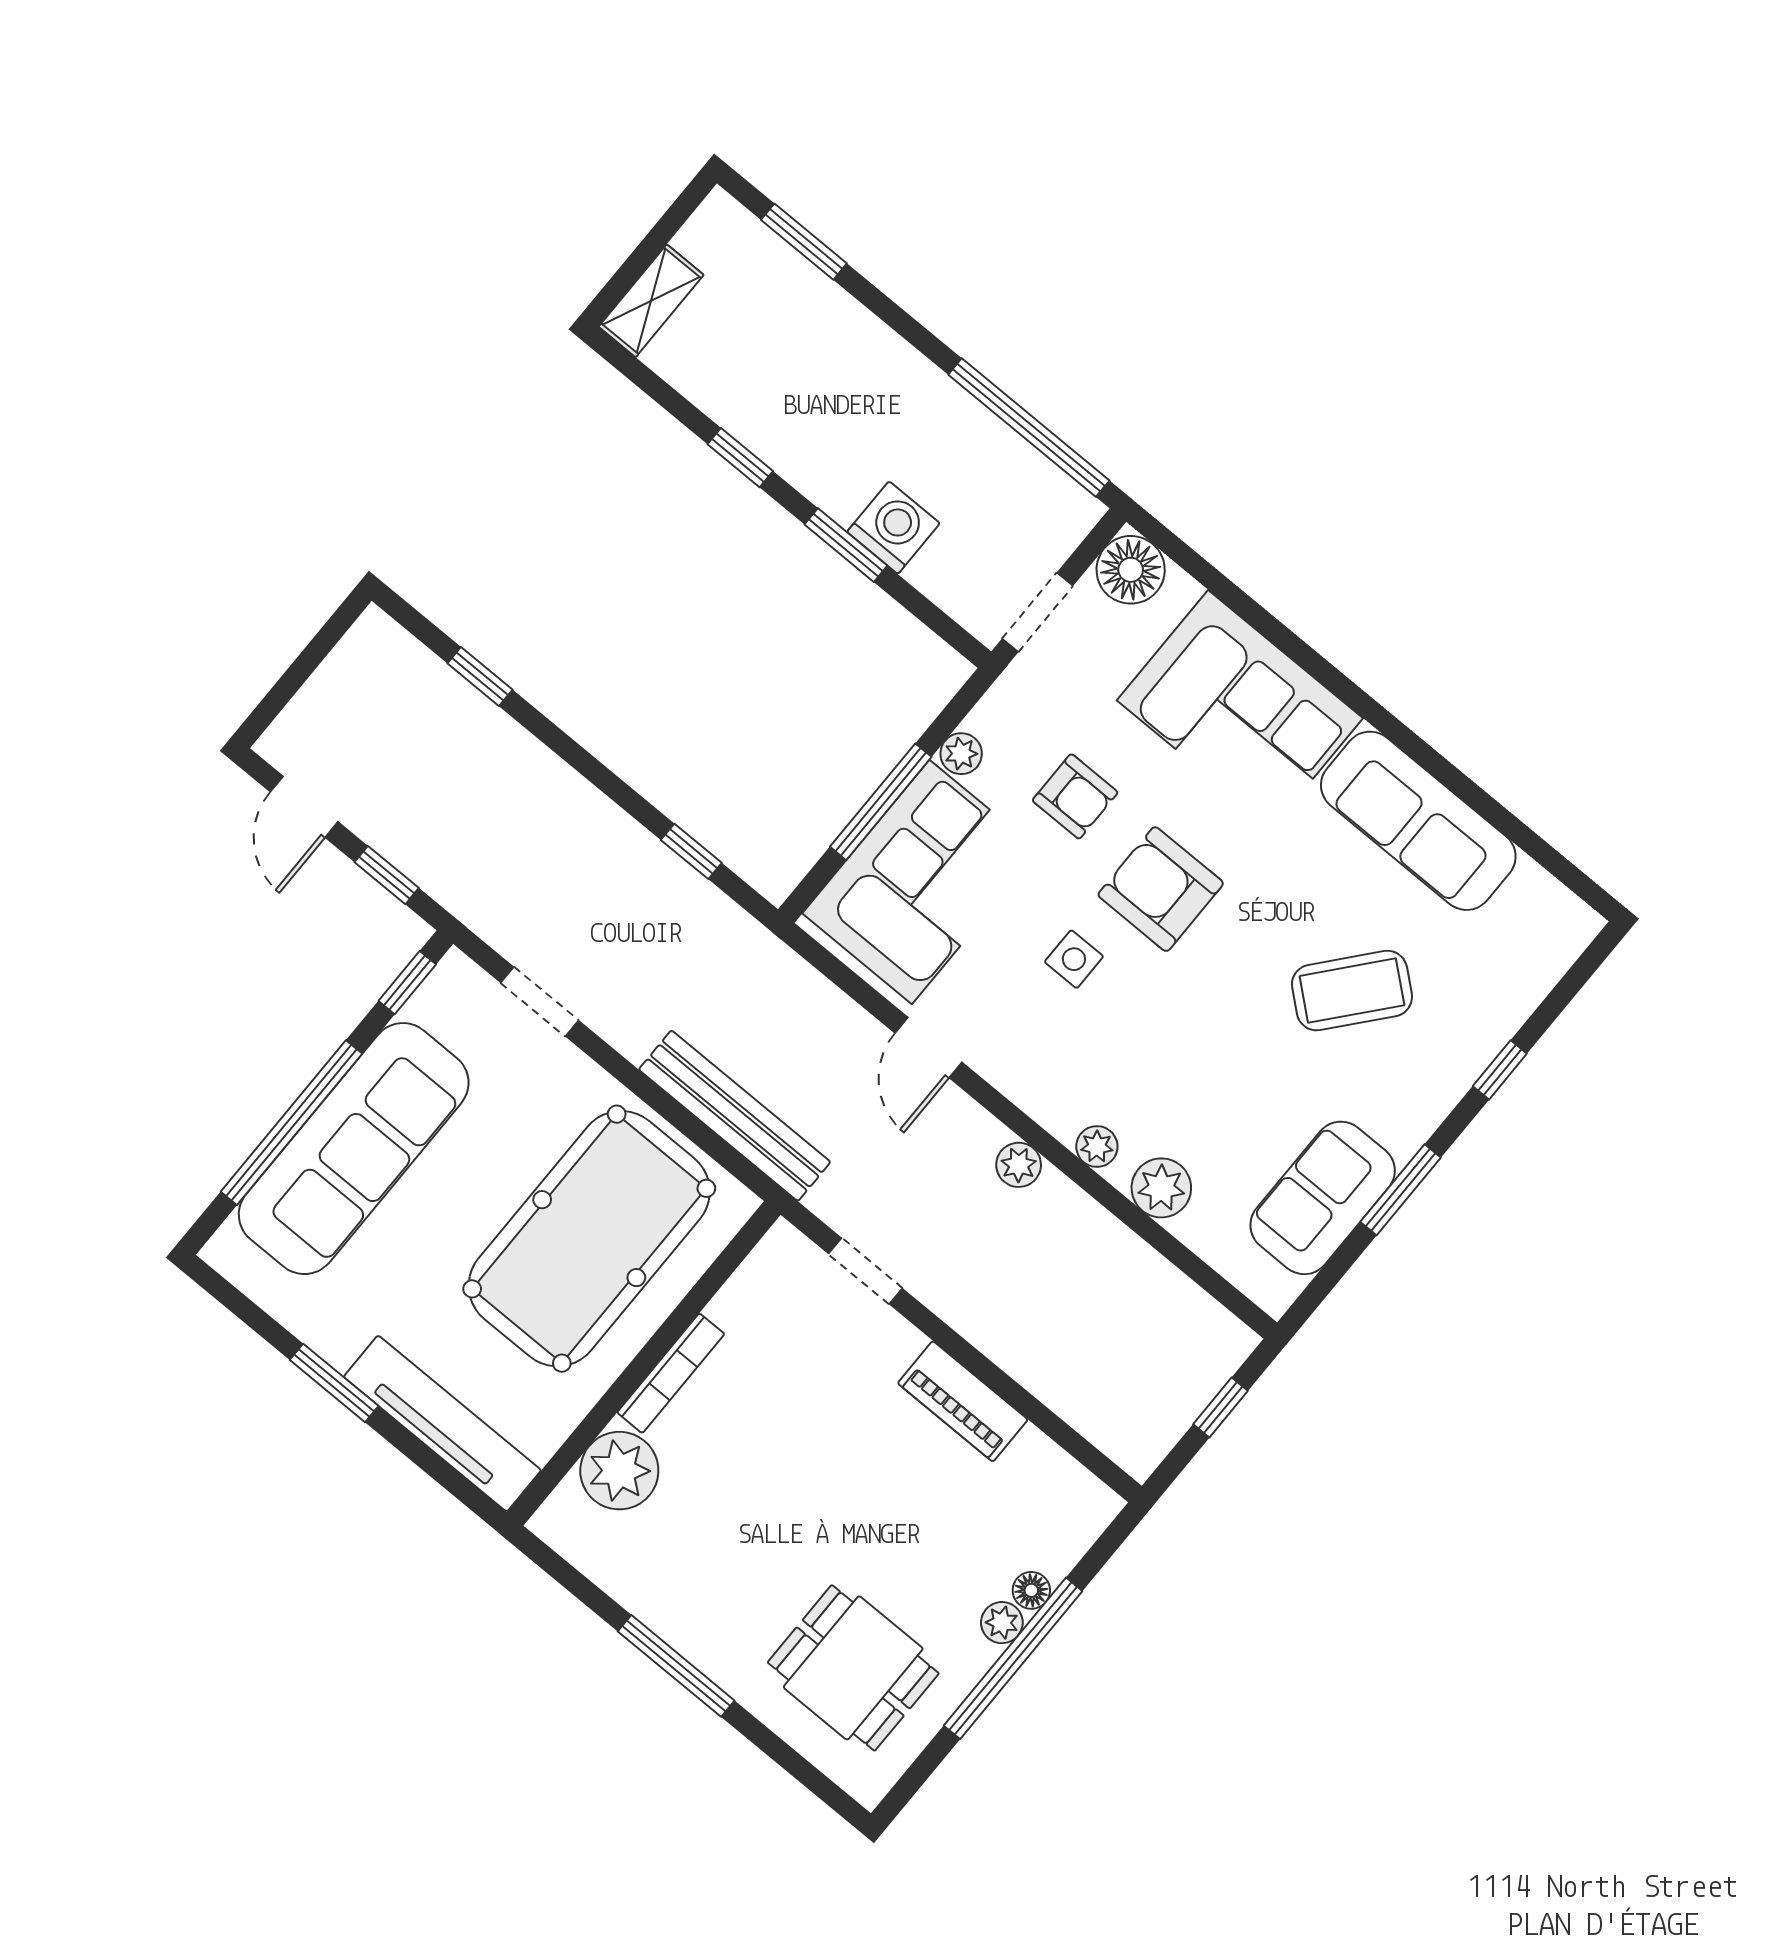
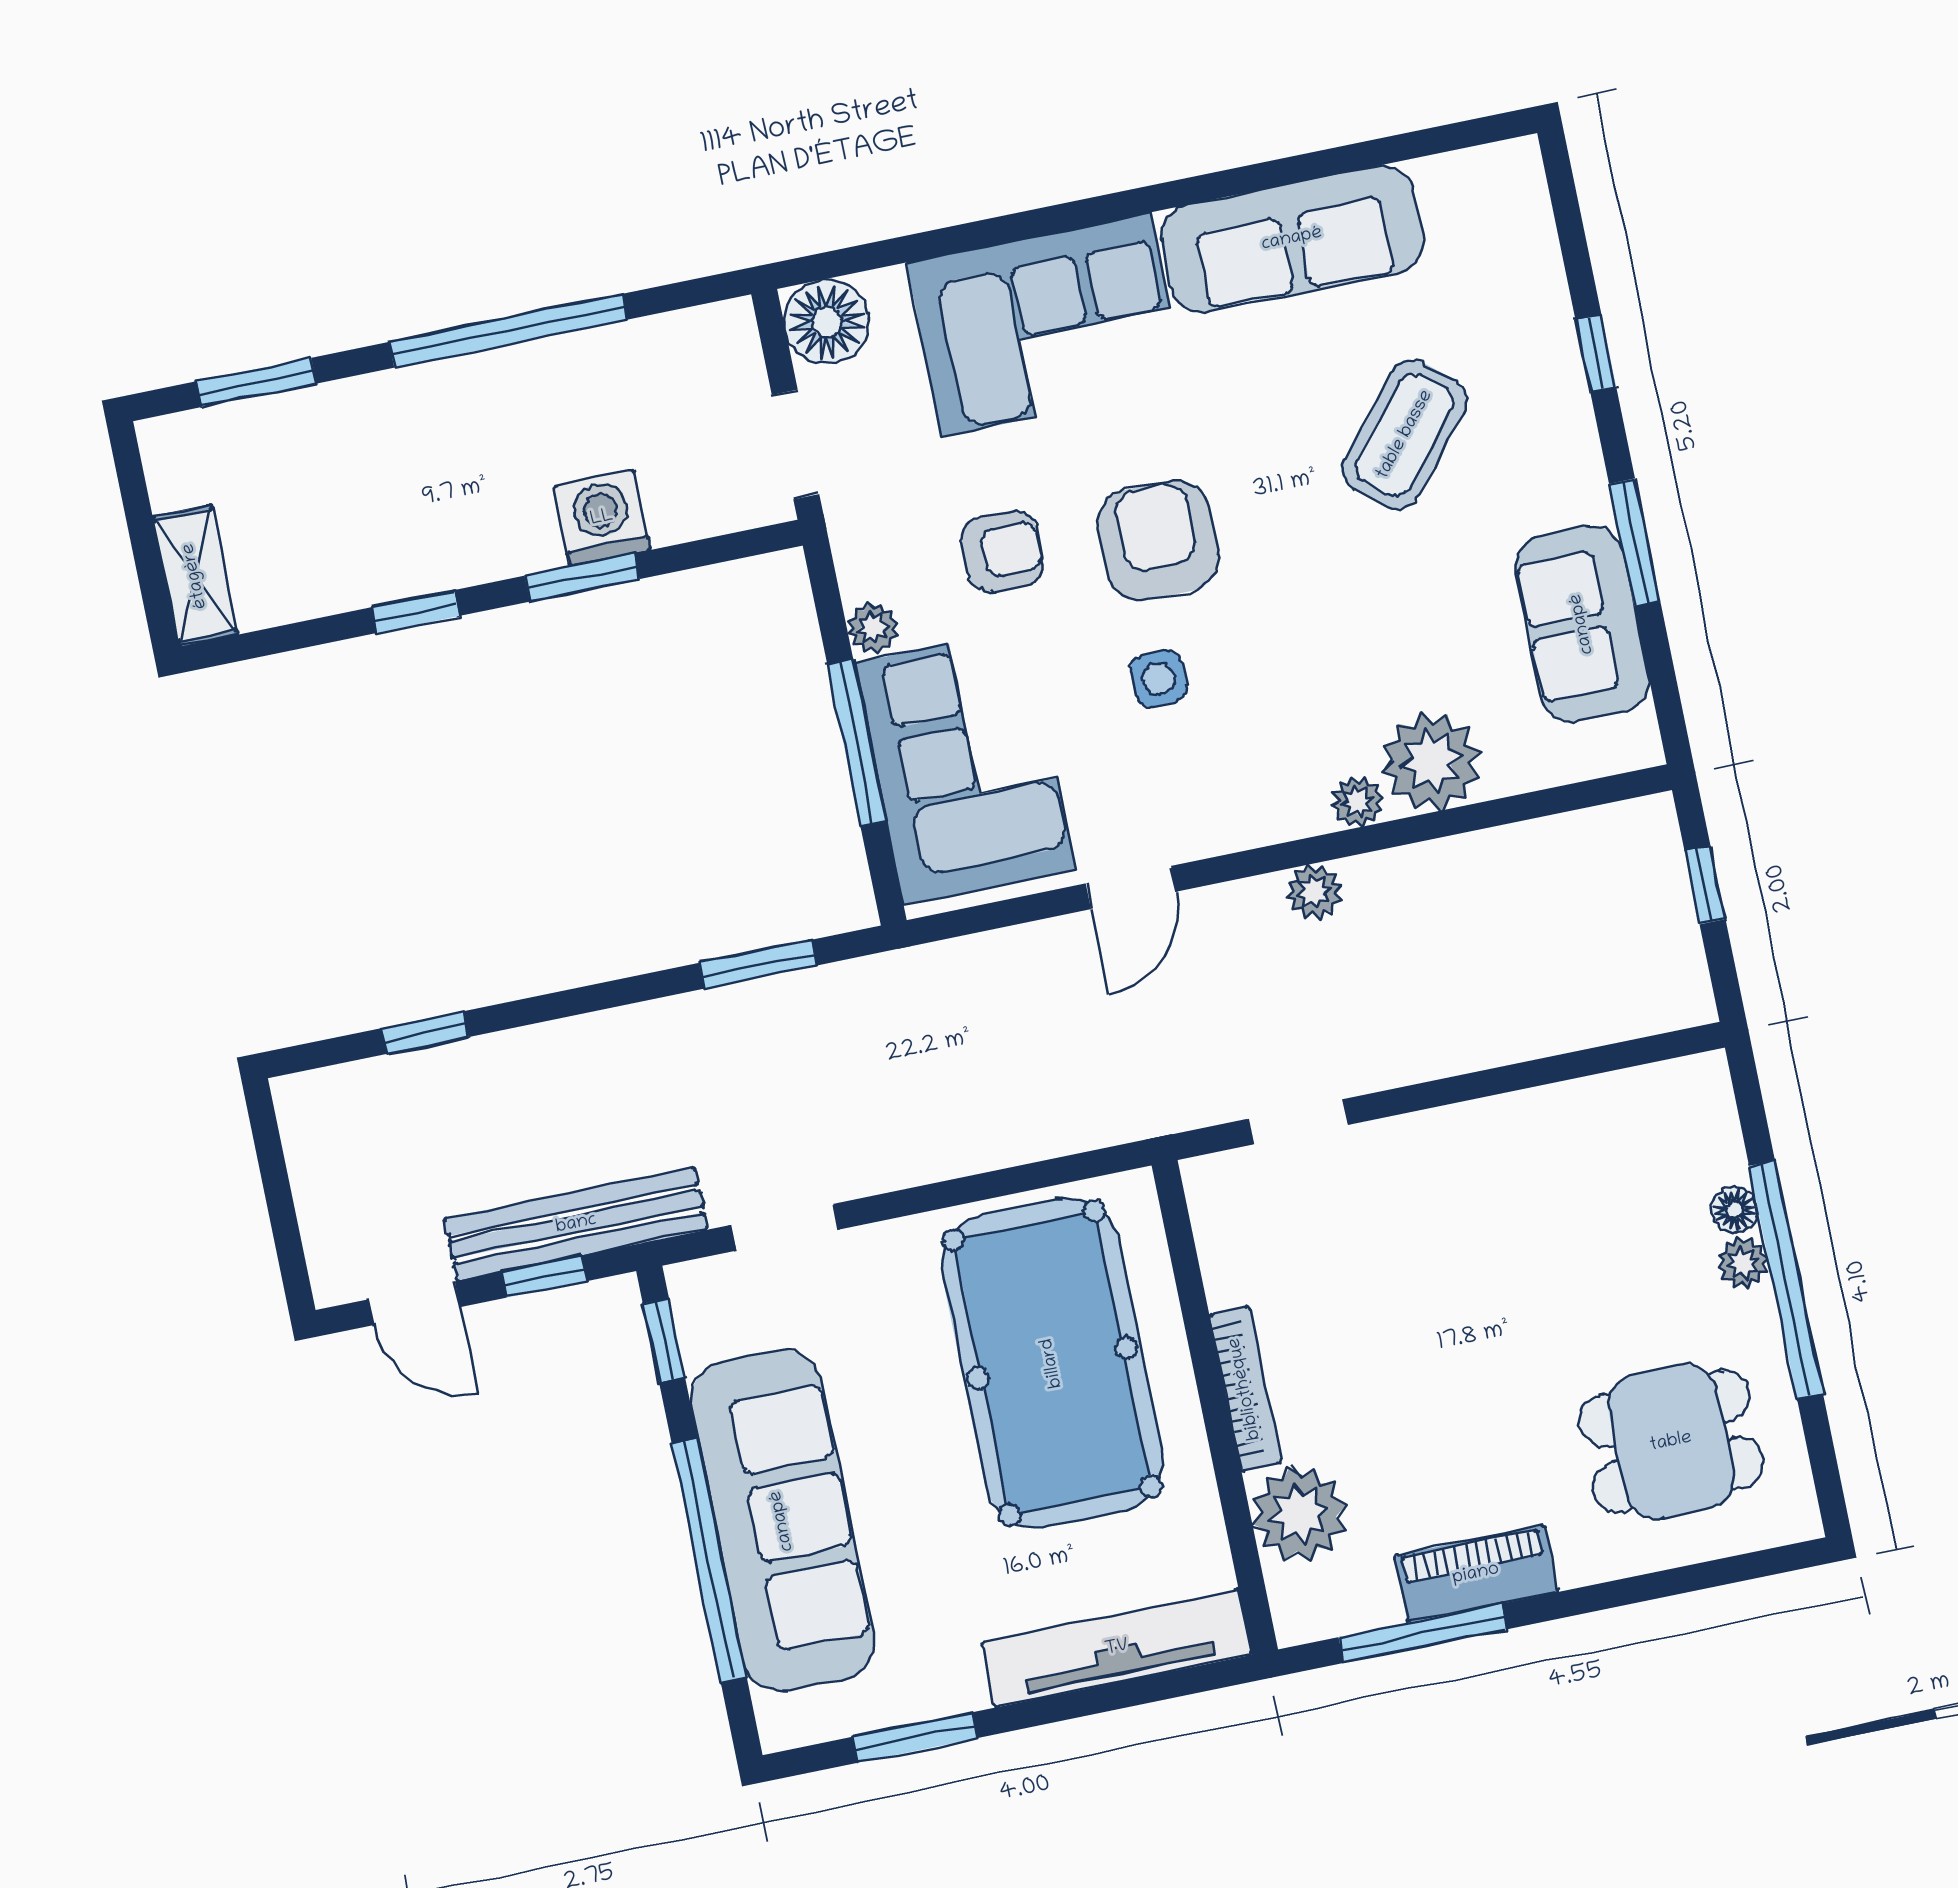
window: (1029, 428) -> (508, 331), moved
window: (691, 851) -> (758, 964), width x1.50
armchair: (1161, 889) -> (1158, 540), turned 90
door: (928, 1048) -> (1131, 888), hinge flipped
bench: (735, 1116) -> (576, 1224), moved
plant: (1161, 1188) -> (1431, 761), width x1.36, depth x1.36
window: (334, 1383) -> (915, 1737), moved
piano: (963, 1401) -> (1476, 1574), moved, turned 180
window: (676, 1666) -> (1423, 1633), moved

